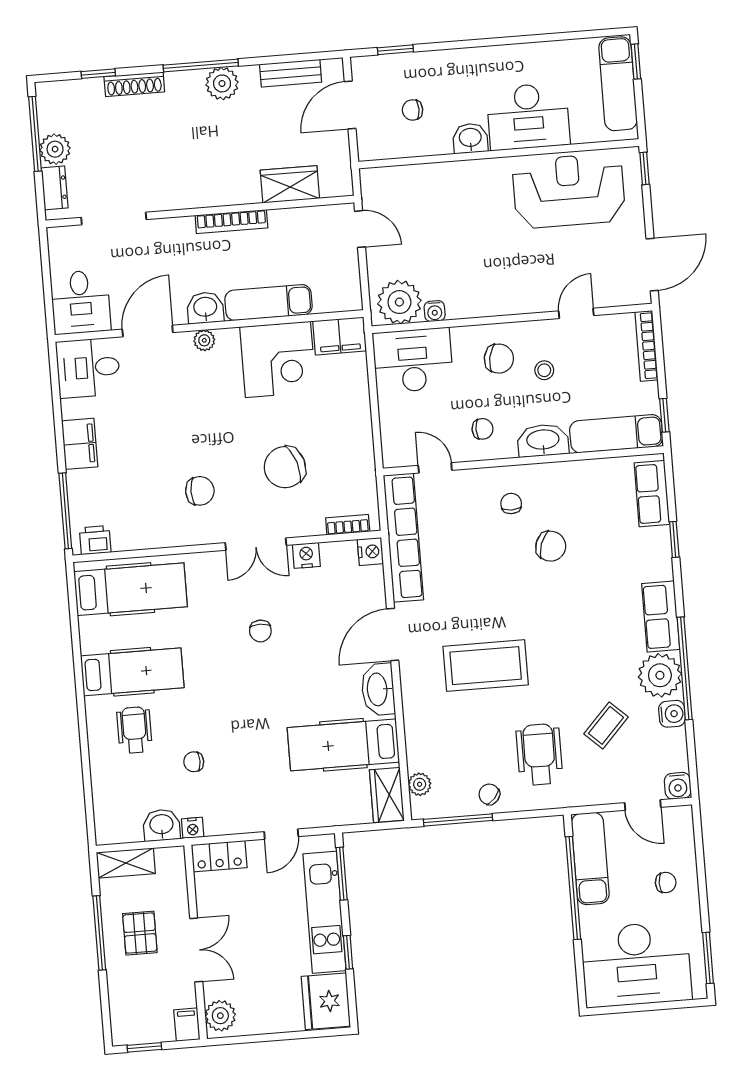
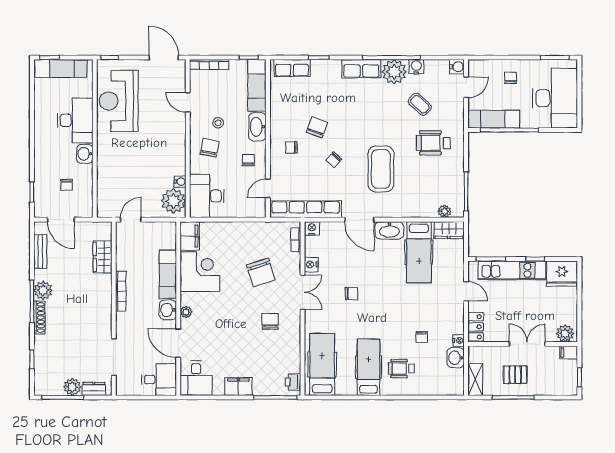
shoe rack: (134, 84) -> (39, 318), moved
chair: (489, 794) -> (334, 160), moved

